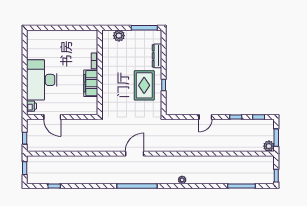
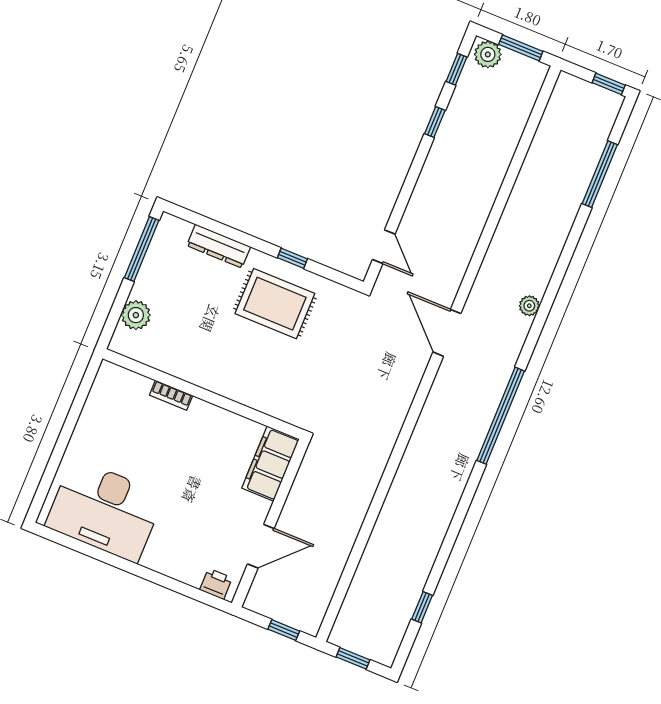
desk: (42, 80) -> (105, 510), moved
filing cabinet: (91, 83) -> (270, 464), moved, turned 90
door: (205, 117) -> (384, 247), moved
plant: (269, 146) -> (488, 54), moved
door: (135, 154) -> (447, 333), moved

